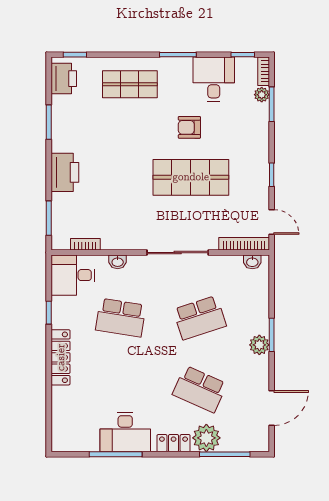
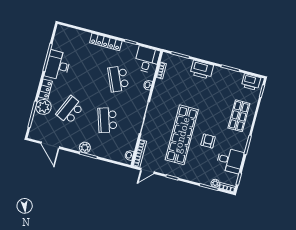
shop shelf: (191, 177) -> (182, 135), width x1.40
school desk: (121, 318) -> (118, 79), turned -33

